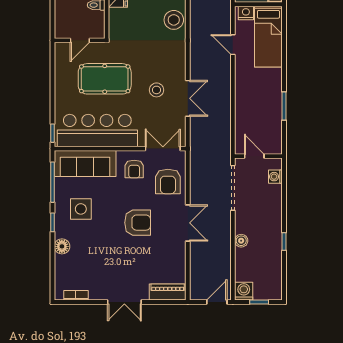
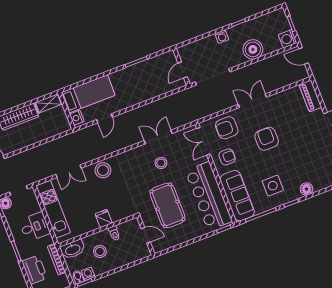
washing machine: (275, 177) -> (222, 37), moved
armchair: (168, 181) -> (227, 128), turned 180
boiler: (241, 241) -> (253, 49), width x1.86, depth x1.86

